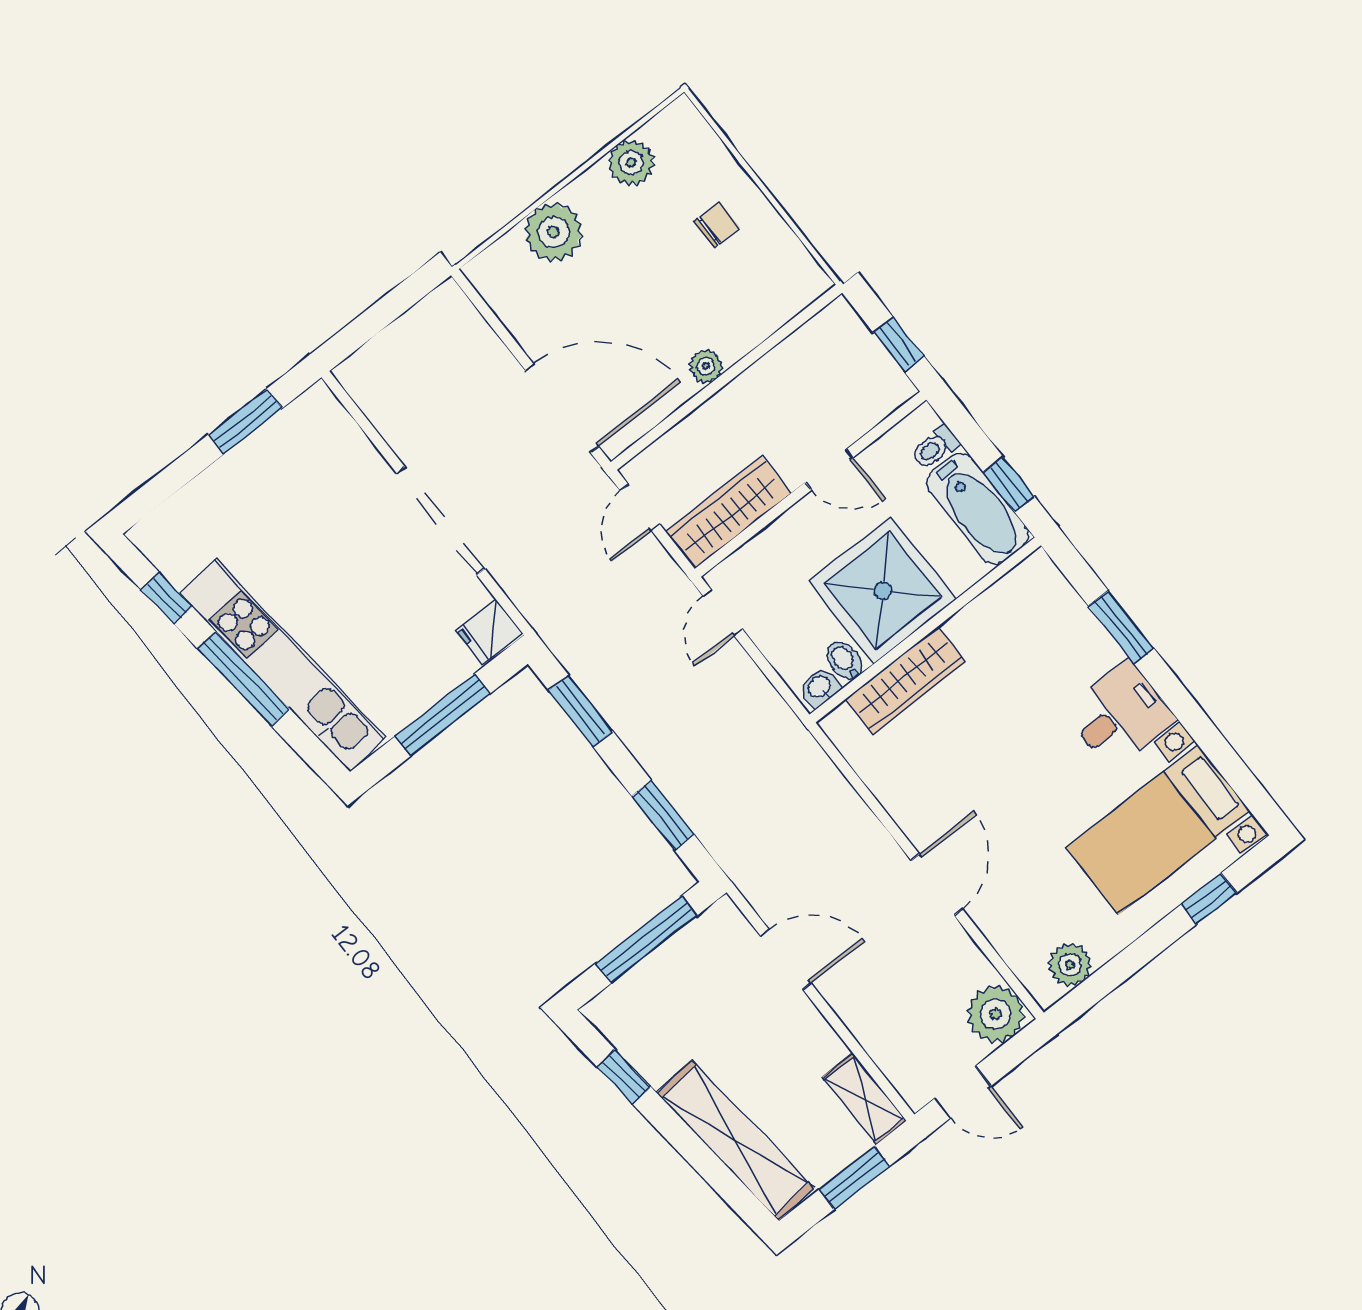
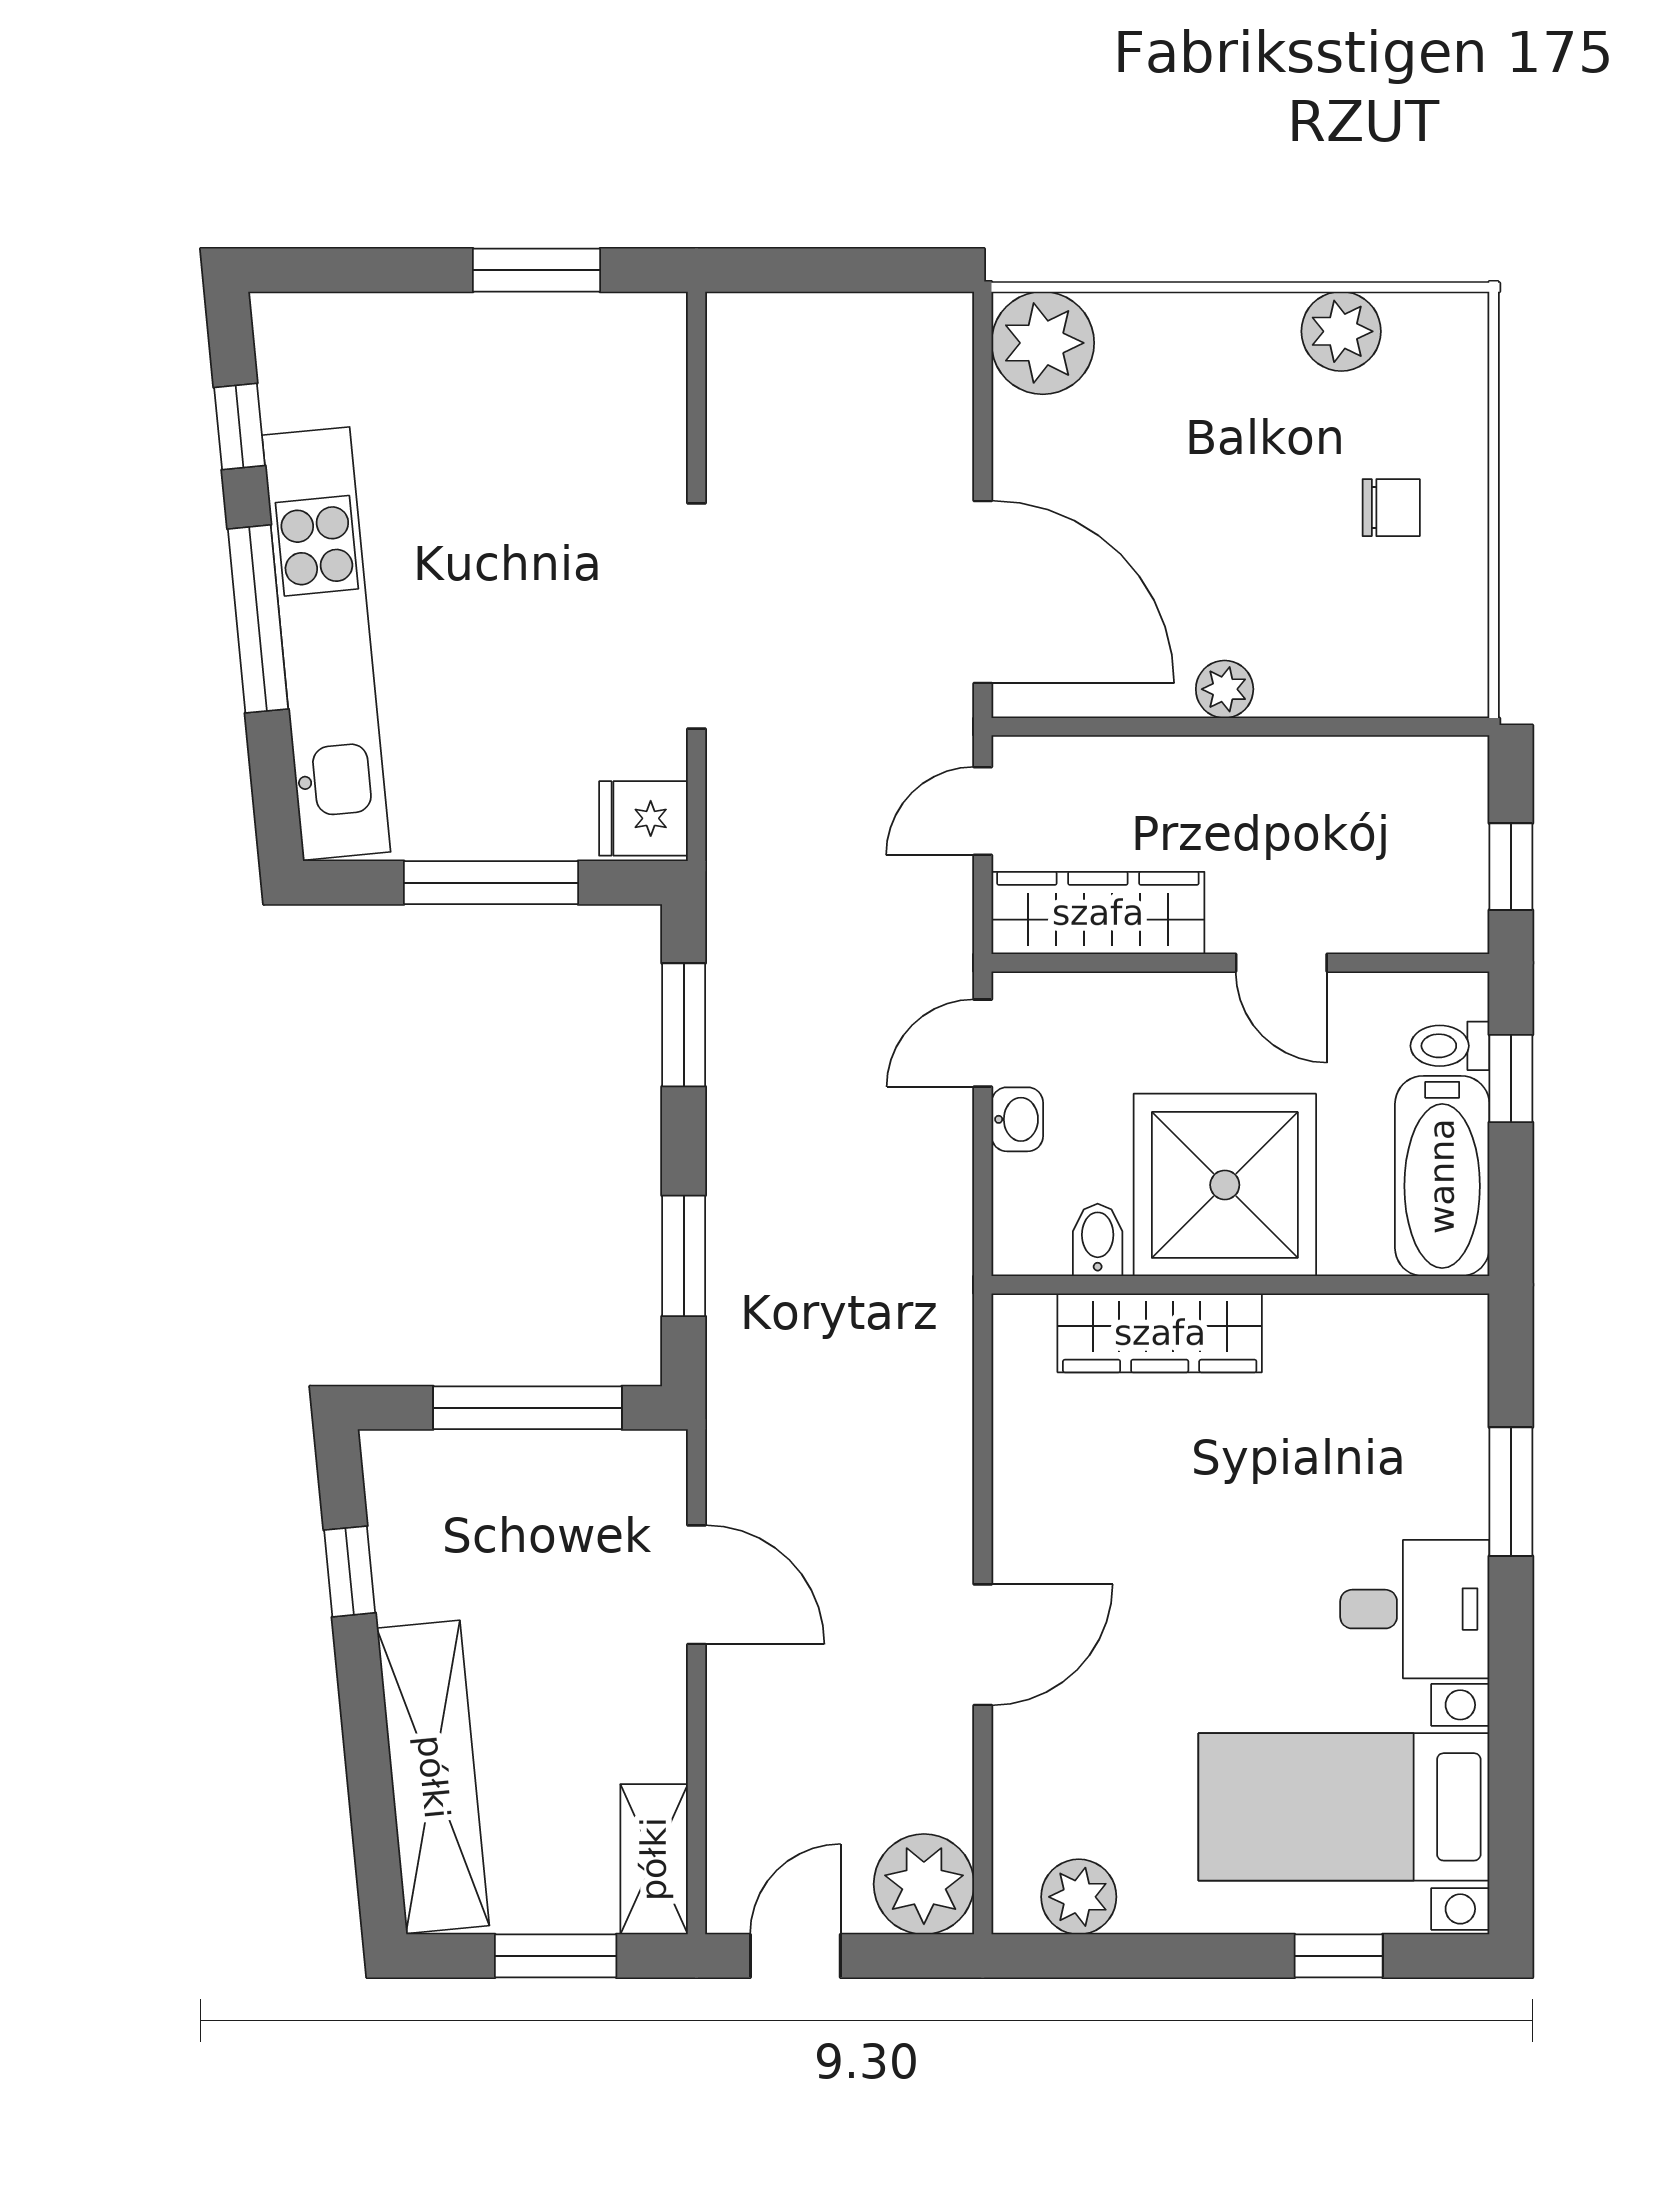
plant: (554, 232) -> (1043, 343), moved
window: (1009, 484) -> (1511, 1079), moved
washbasin: (820, 687) -> (1017, 1119), moved, turned 90
door: (963, 1092) -> (795, 1956), swing flipped

